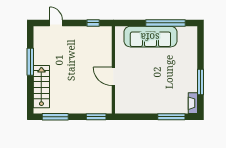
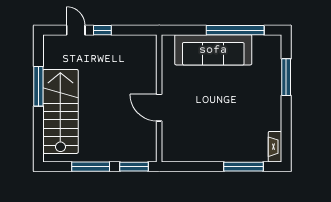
window: (93, 23) -> (102, 30), moved
window: (201, 82) -> (286, 77), moved
stairs: (41, 87) -> (60, 111), width x1.36, depth x1.51
window: (55, 117) -> (91, 167), moved

